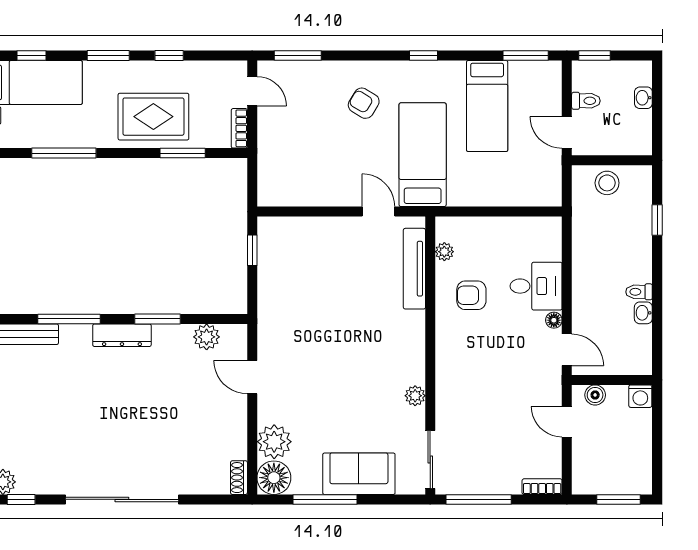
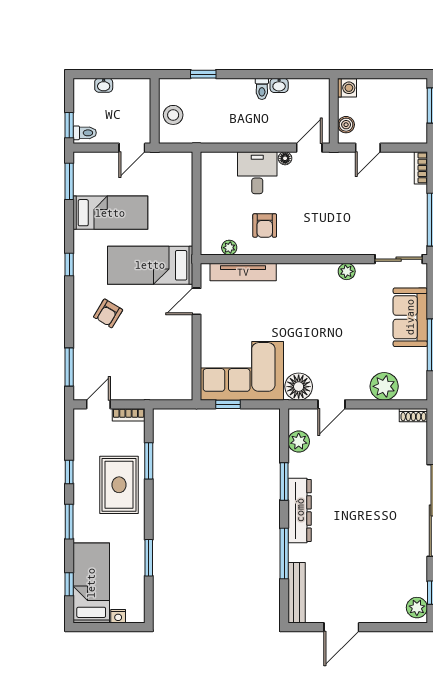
toilet: (586, 101) -> (85, 133), moved, turned 90
window: (64, 153) -> (149, 558), width x0.69
corner sofa: (293, 267) -> (242, 371), added
dresser: (122, 335) -> (300, 510), width x1.37, depth x1.24
floor lamp: (274, 478) -> (299, 387), moved

